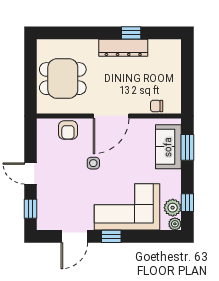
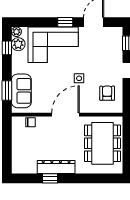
dining table: (63, 79) -> (102, 143), width x1.38
armchair: (68, 130) -> (107, 93), moved

